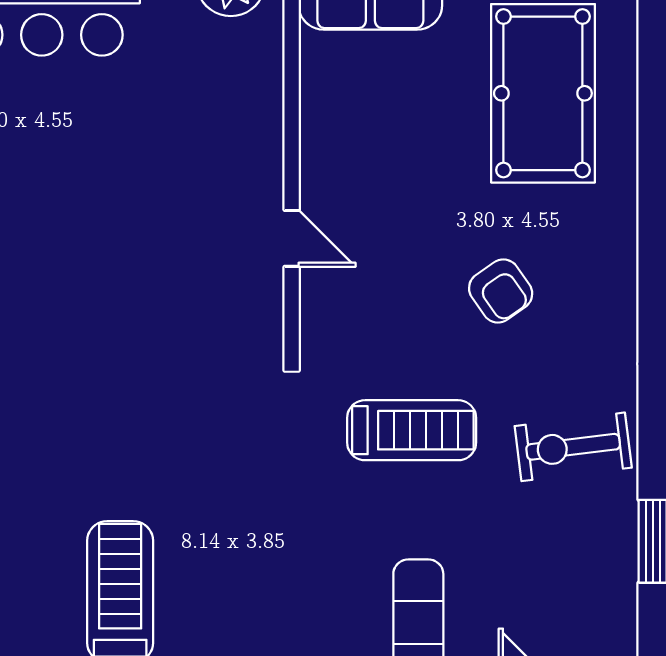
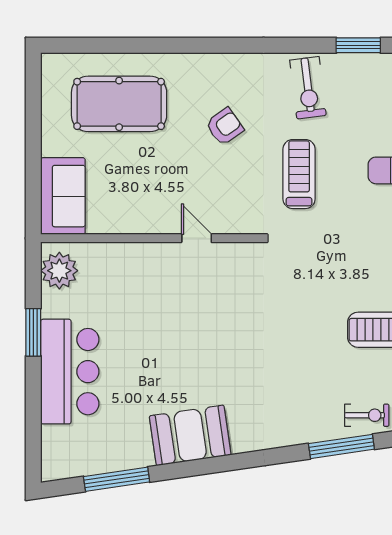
door: (292, 238) -> (197, 238), hinge flipped

